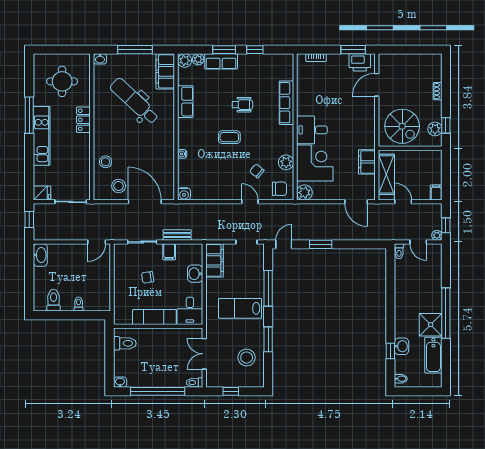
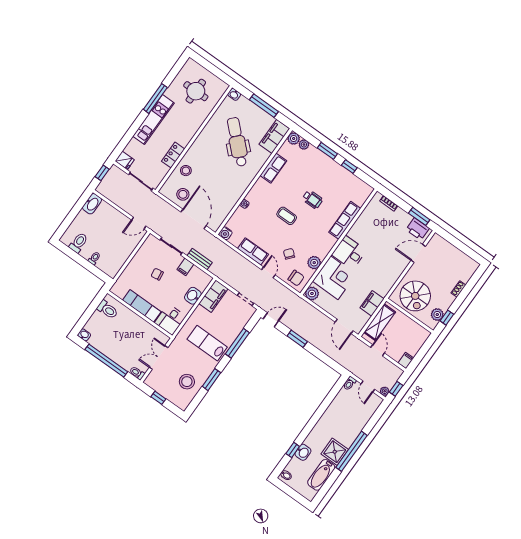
row of seats: (221, 61) -> (253, 251), moved, turned 180
locker: (83, 120) -> (173, 155), moved

